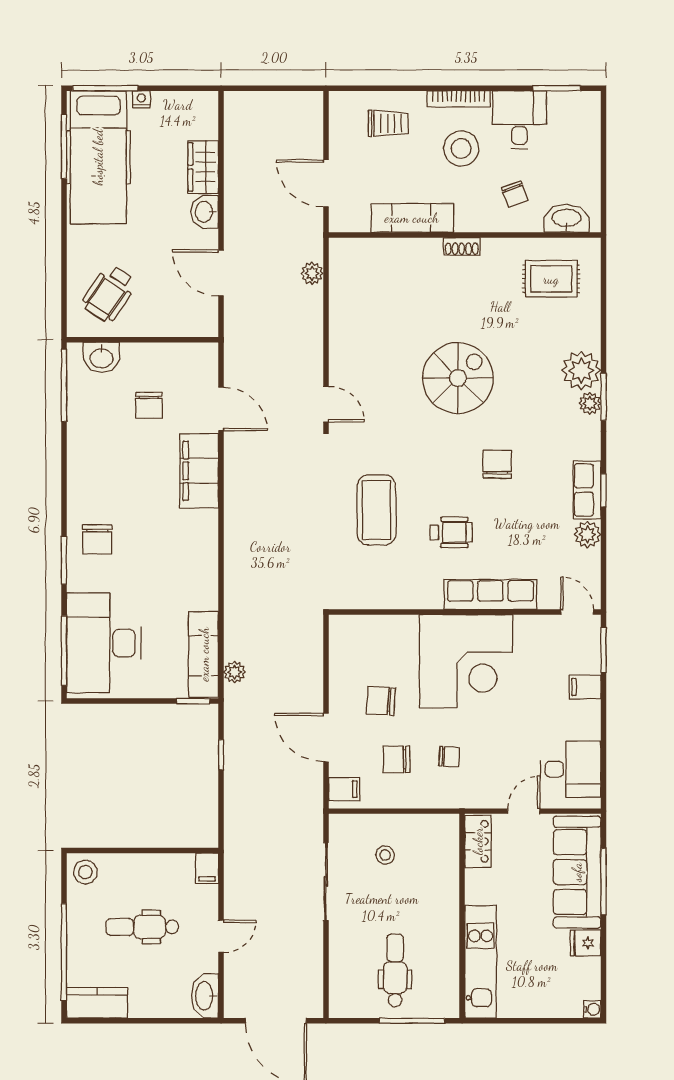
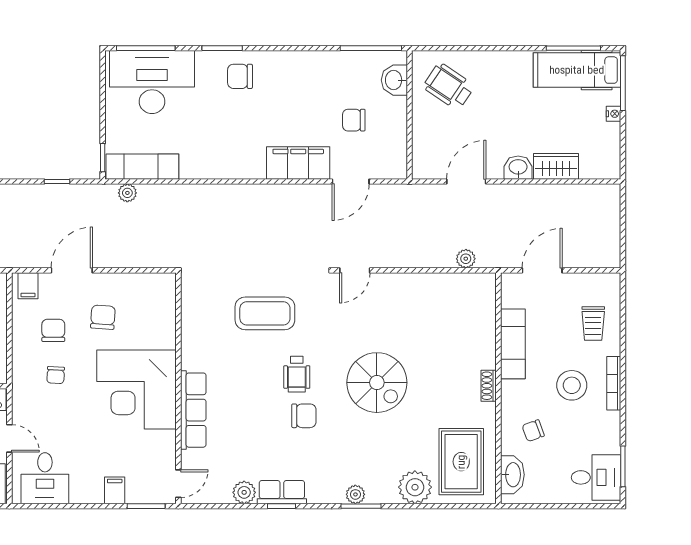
desk: (519, 120) -> (596, 477), moved
hospital bed: (98, 157) -> (577, 70), width x0.73, depth x0.78
rug: (551, 279) -> (461, 462), width x1.36, depth x1.43
plant: (581, 371) -> (415, 487), moved
wheelchair: (451, 532) -> (297, 374), moved

